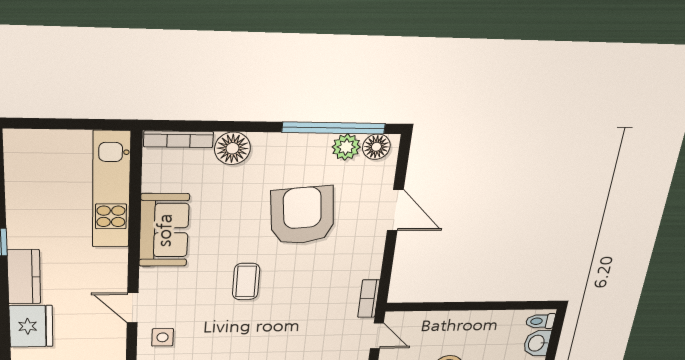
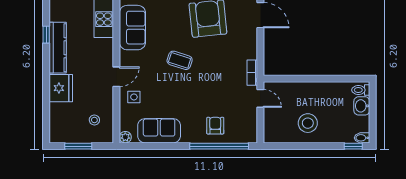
kitchen counter: (24, 277) -> (58, 48), width x1.50
coffee table: (246, 281) -> (180, 60), turned -72
door: (132, 308) -> (116, 77), swing flipped

